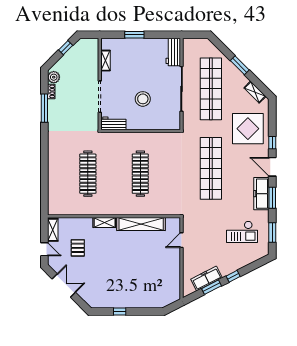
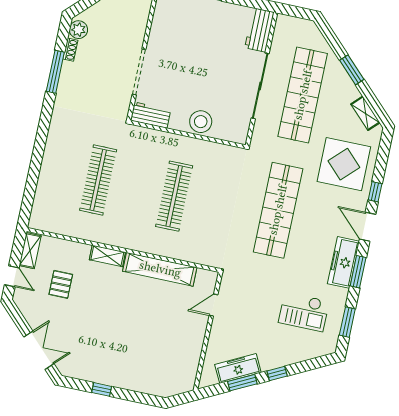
shelving: (105, 61) -> (158, 21), removed
stool: (143, 99) -> (201, 122), moved
double door: (64, 286) -> (39, 350), moved

